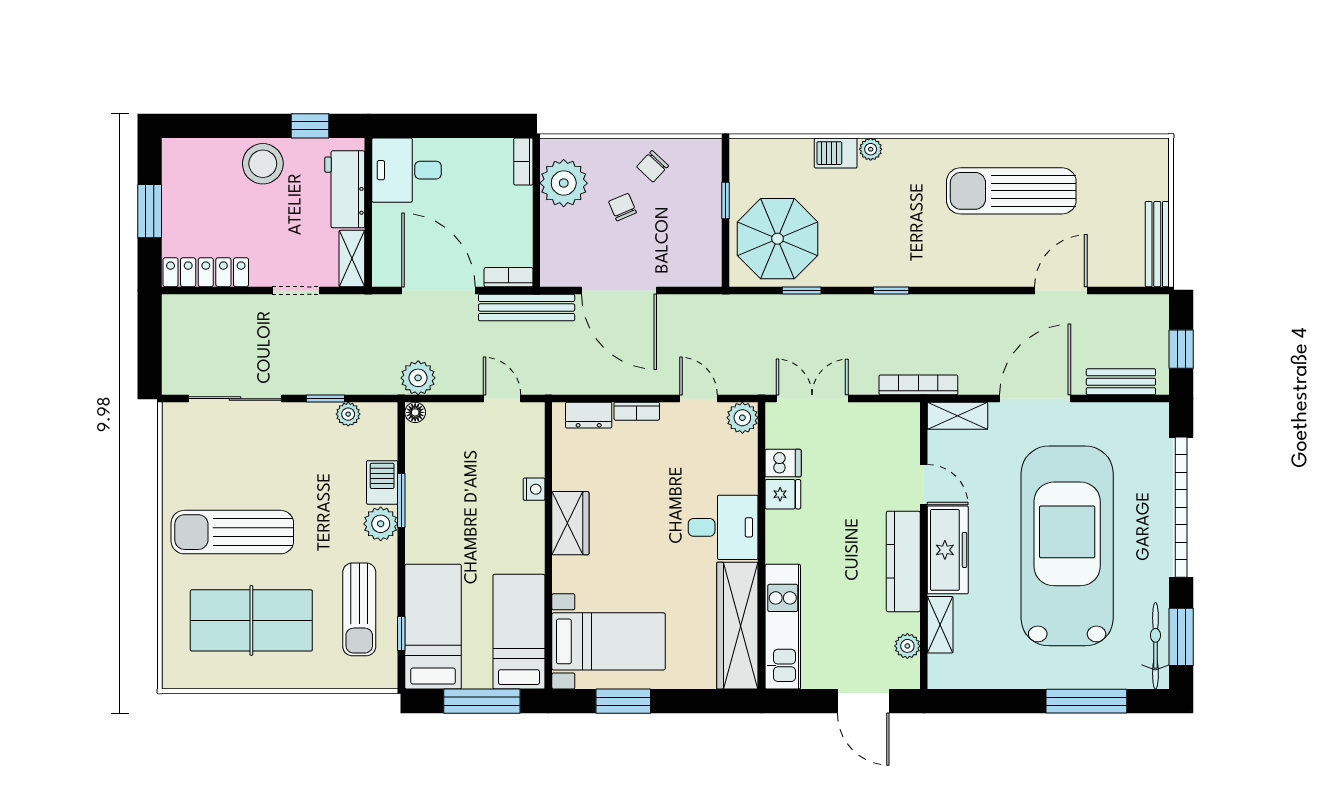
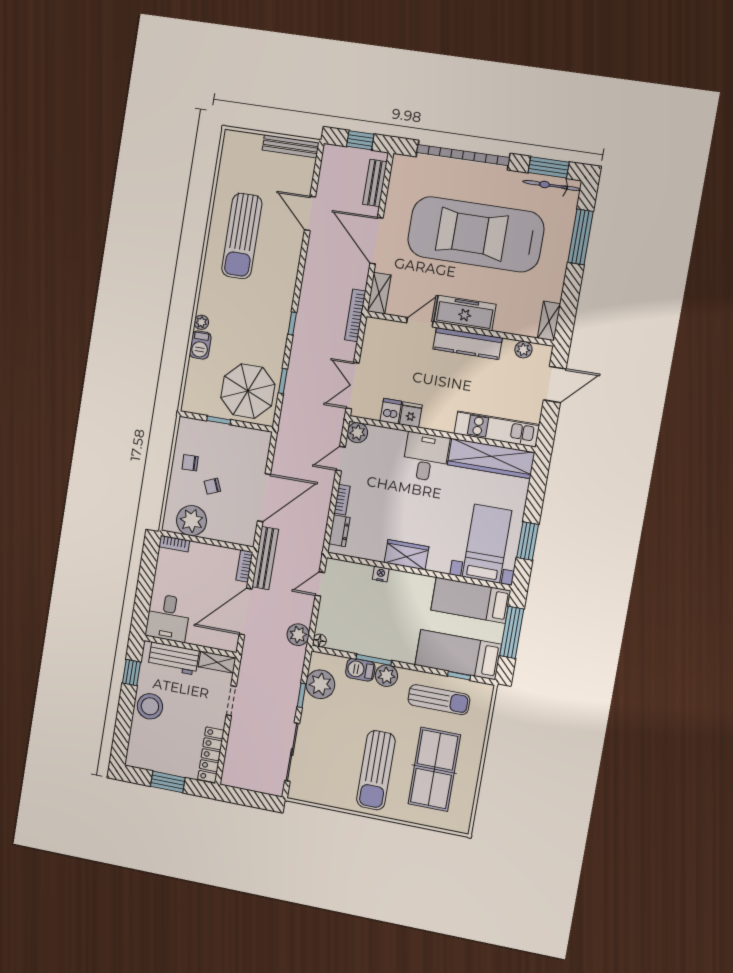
chair: (653, 166) -> (190, 463), turned 135
plant: (348, 414) -> (320, 684), width x1.88, depth x1.88
shelving: (940, 625) -> (549, 321), moved, turned 90

